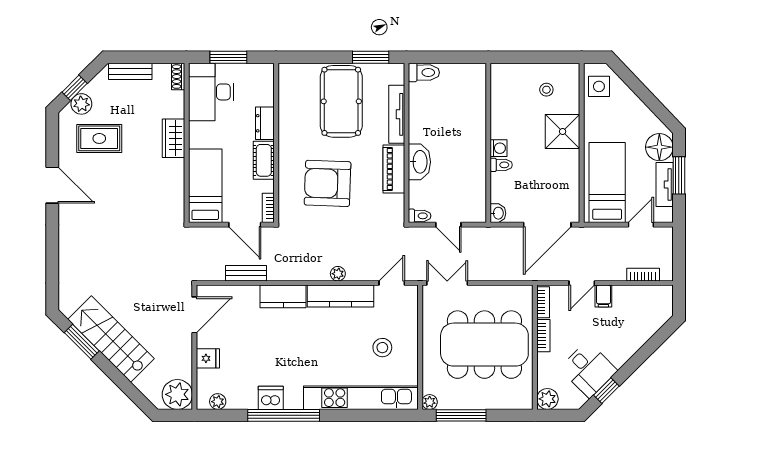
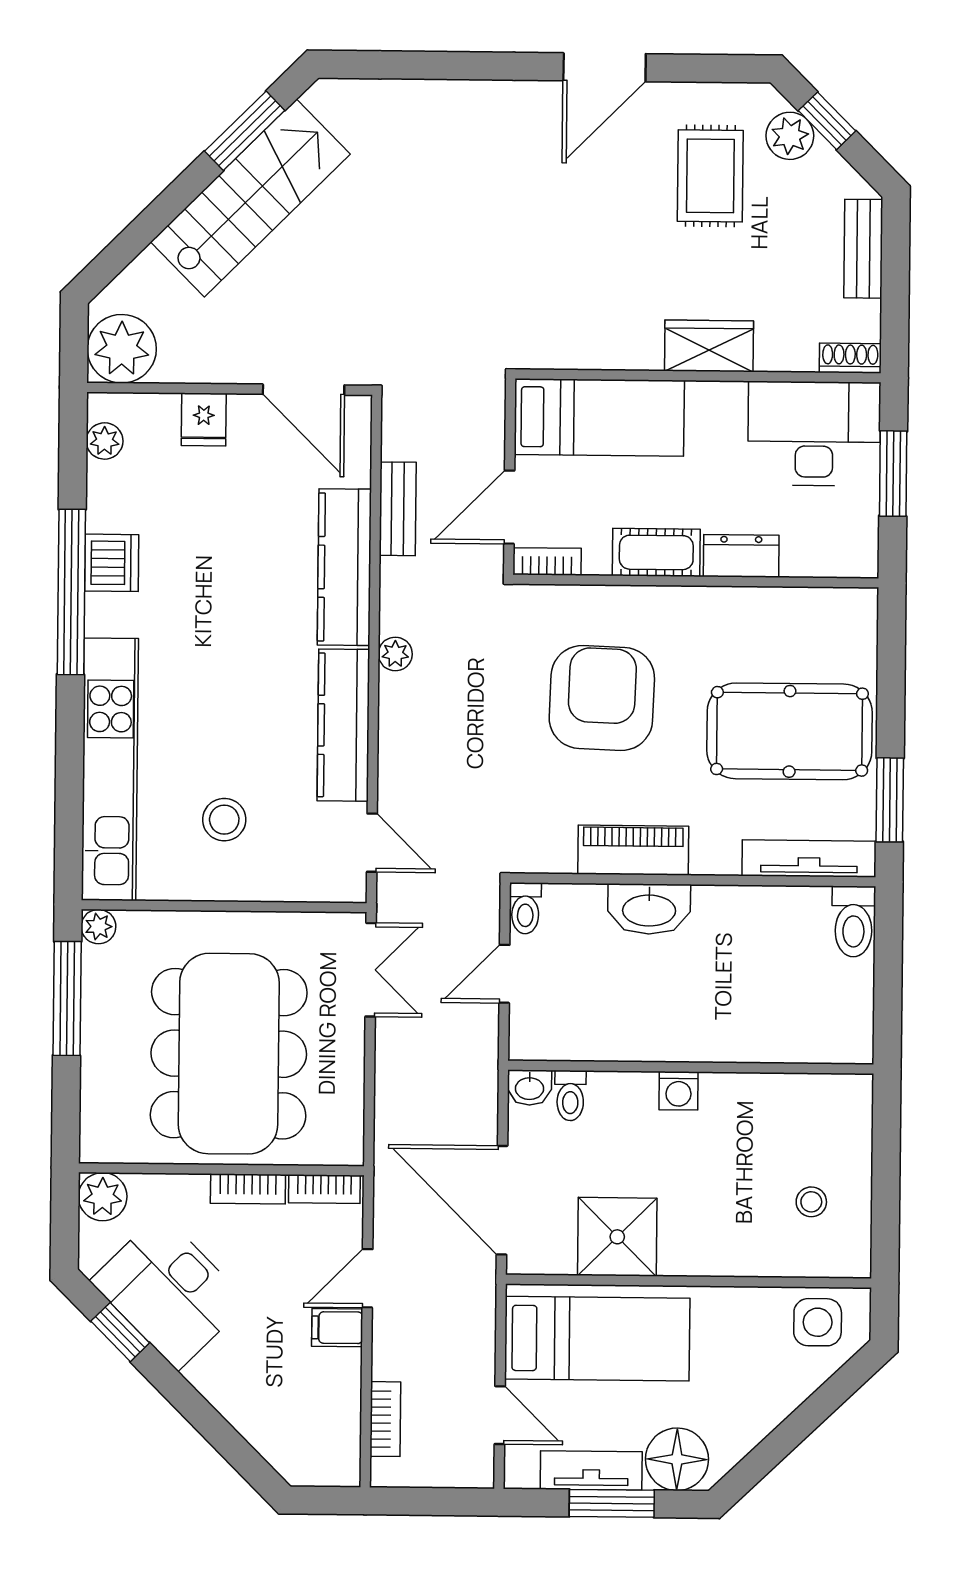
tv unit: (397, 114) -> (809, 859), moved
shower: (563, 131) -> (617, 1237), moved
toilet: (501, 165) -> (570, 1096), moved
plant: (338, 274) -> (395, 654), moved
door: (582, 283) -> (367, 1278), hinge flipped
kitchen counter: (283, 296) -> (344, 567), width x1.50
desk: (588, 369) -> (169, 1291), width x1.37

